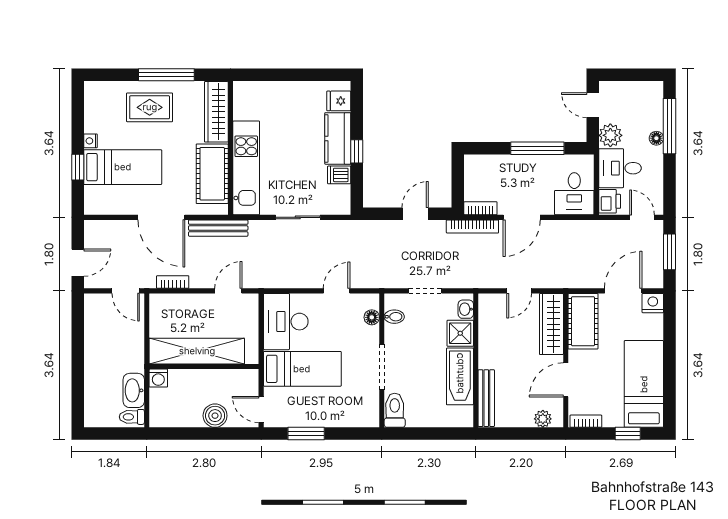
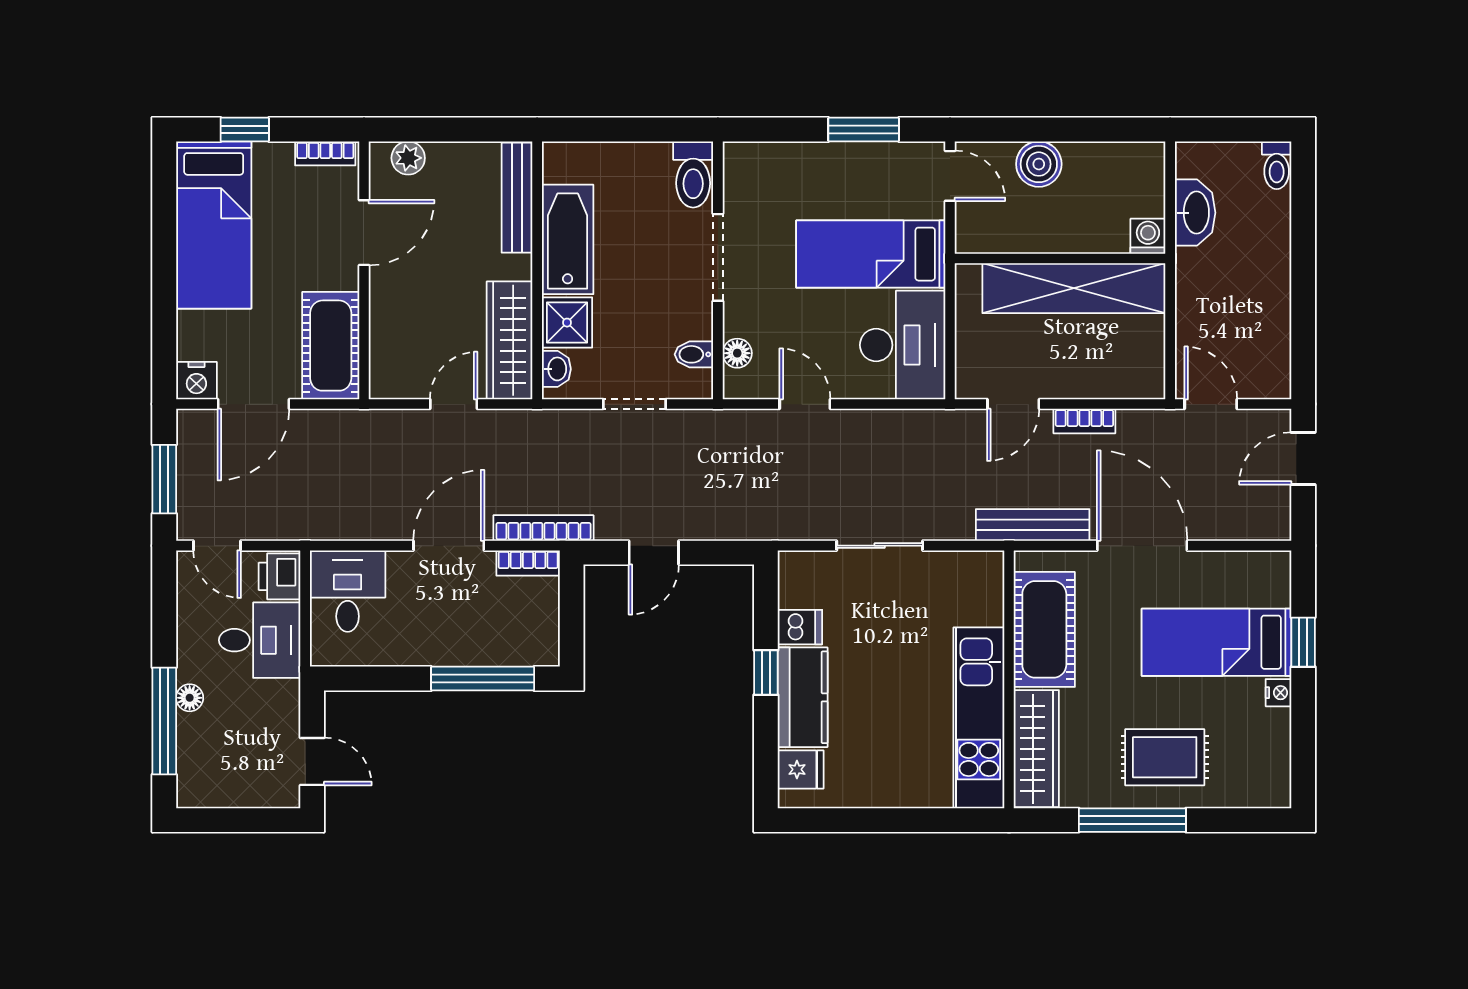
plant: (610, 135) -> (278, 703), removed
window: (537, 148) -> (483, 678), moved
kitchen unit: (246, 168) -> (979, 718), moved
bookcase: (173, 282) -> (1084, 421), moved
door: (337, 291) -> (805, 404), swing flipped
wardrobe: (551, 324) -> (510, 340), moved, turned 180
toilet: (132, 417) -> (1277, 165), moved, turned 90

